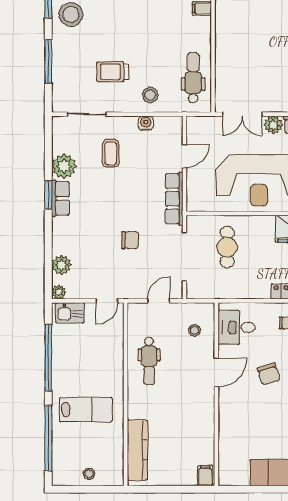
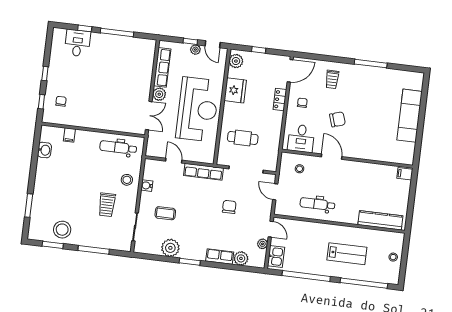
row of seats: (60, 198) -> (220, 257), moved
plant: (59, 292) -> (262, 244), moved
dental chair: (149, 361) -> (317, 204), turned 180
lab bench: (86, 410) -> (347, 254), turned 90

